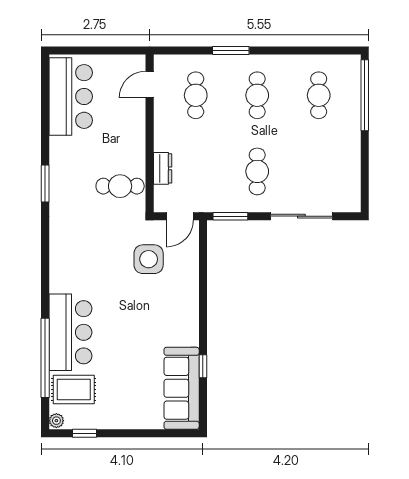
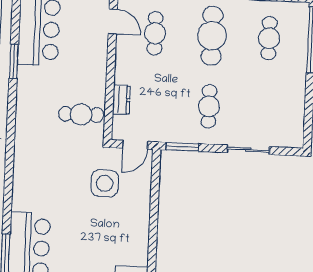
door: (150, 85) -> (113, 21), swing flipped
cafe table: (257, 95) -> (212, 36), width x1.37, depth x1.35
window: (45, 184) -> (14, 61), moved
sliding door: (301, 216) -> (248, 150), width x0.73

